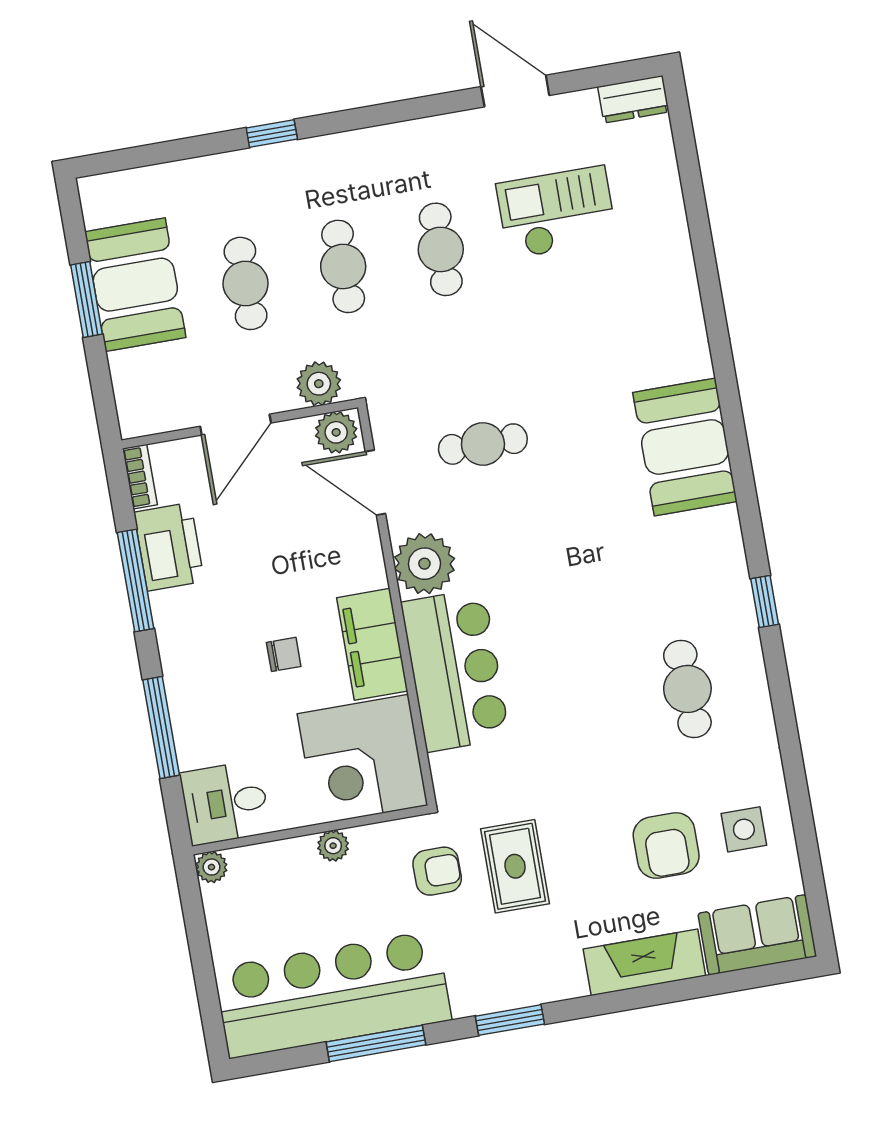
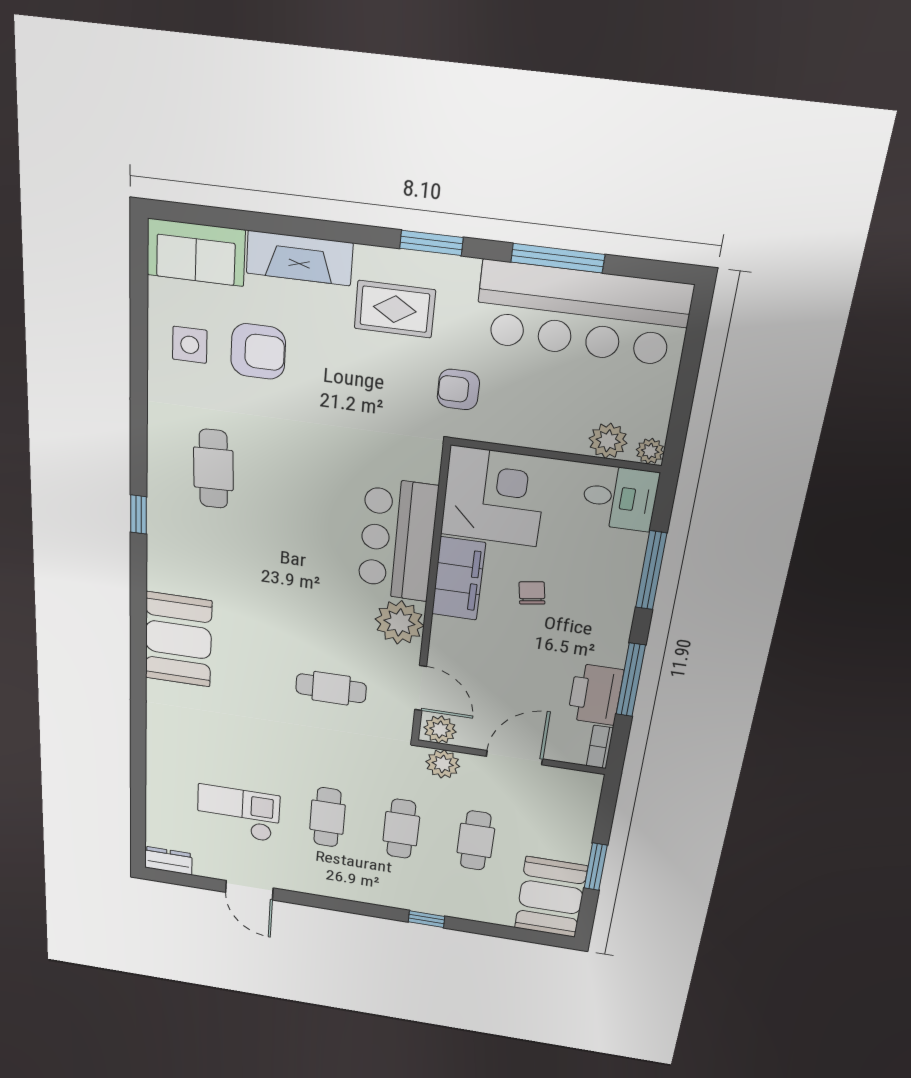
checkout: (557, 212) -> (238, 813), turned 180
booth: (135, 285) -> (551, 897), moved
chair: (284, 654) -> (532, 593), turned 81
plant: (333, 846) -> (608, 441), moved, width x1.38, depth x1.38
armchair: (666, 846) -> (258, 351), turned 90
rug: (515, 866) -> (395, 309), moved, turned 90

